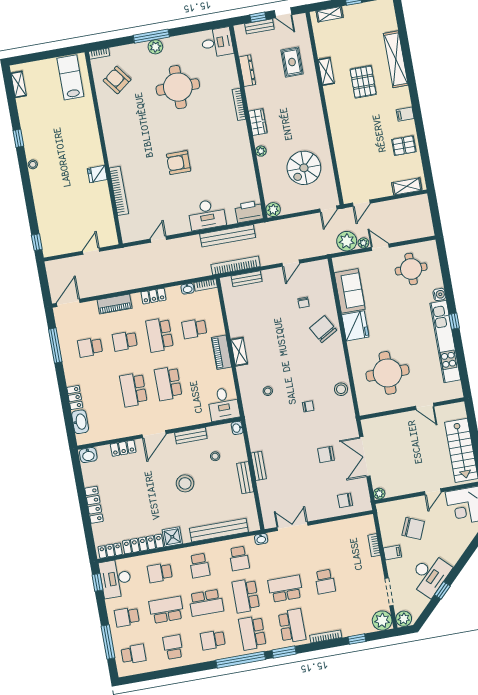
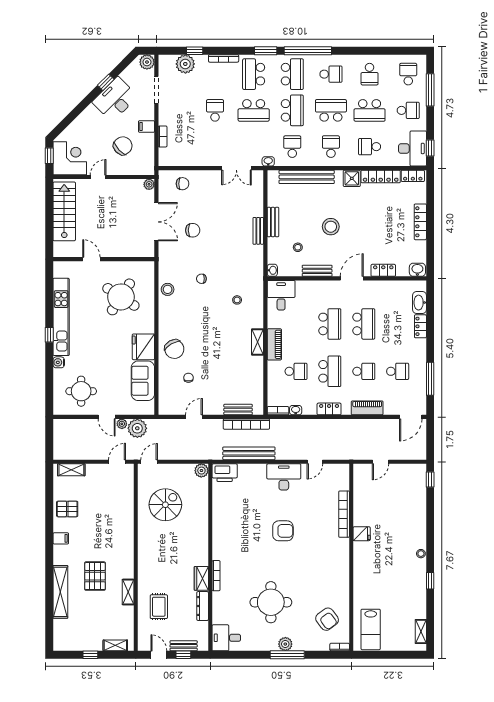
wardrobe: (258, 122) -> (201, 578), moved
plant: (261, 151) -> (203, 528), removed
desk: (207, 215) -> (284, 477), moved
round table: (387, 373) -> (121, 297), turned 33
chair: (413, 528) -> (123, 146), turned 114
school desk: (160, 573) -> (370, 147), turned 180
plant: (382, 621) -> (185, 64), moved
school desk: (133, 654) -> (408, 74), turned 90

